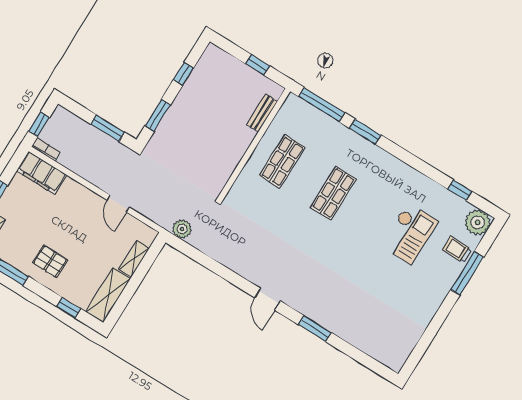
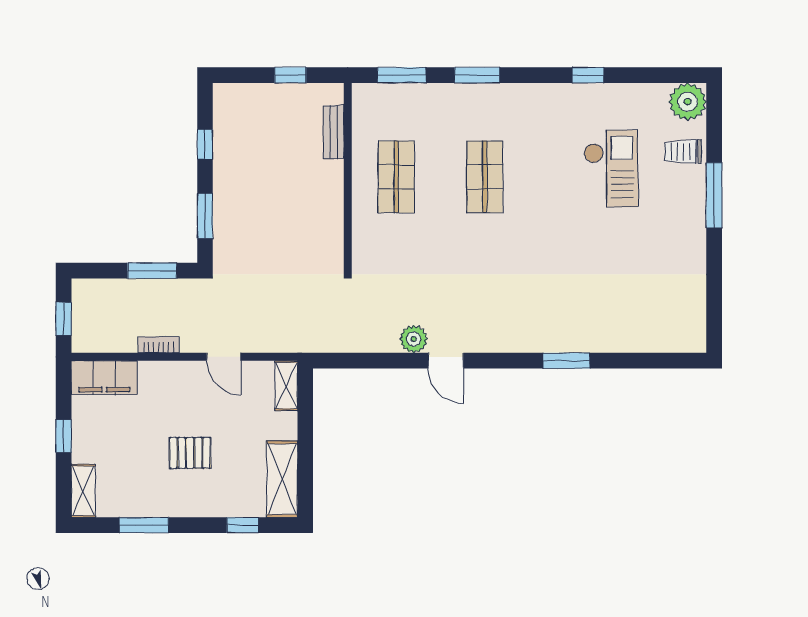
window: (322, 105) -> (402, 75), width x0.69
bookcase: (46, 149) -> (159, 345), moved
window: (460, 190) -> (588, 75), moved
plant: (182, 229) -> (414, 339), moved
shelving: (134, 259) -> (286, 386), moved
pallet: (50, 261) -> (190, 453), moved
window: (467, 273) -> (714, 195), moved
door: (267, 299) -> (446, 361), moved

